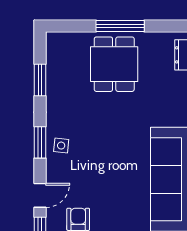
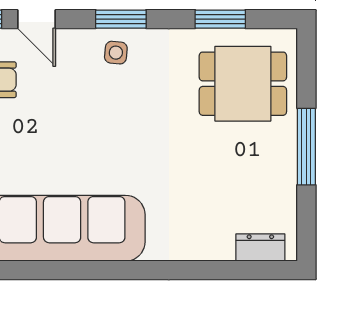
dining table: (114, 64) -> (243, 84), moved

